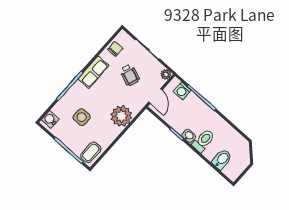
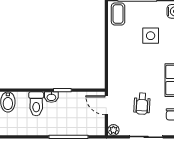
wheelchair: (130, 75) -> (142, 104), turned -108
washing machine: (182, 91) -> (89, 129), removed
plant: (121, 116) -> (120, 65), removed

